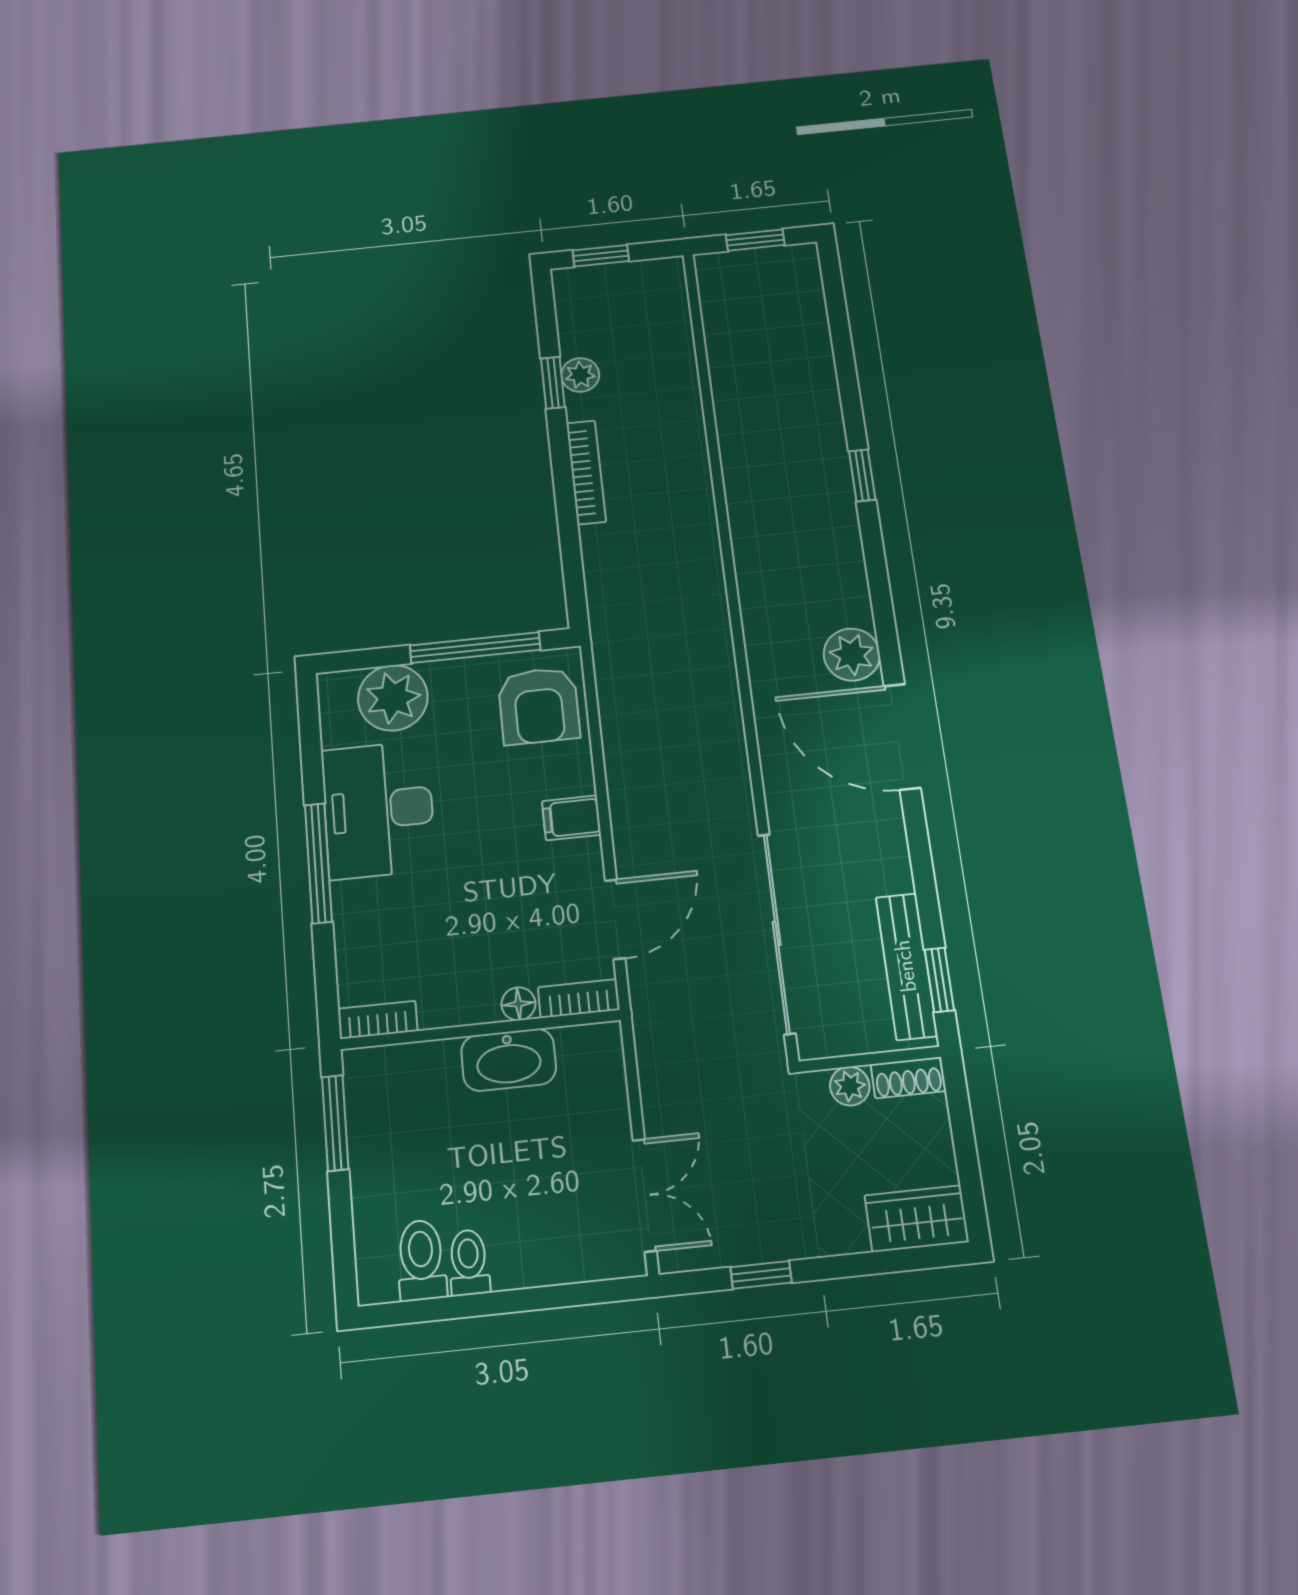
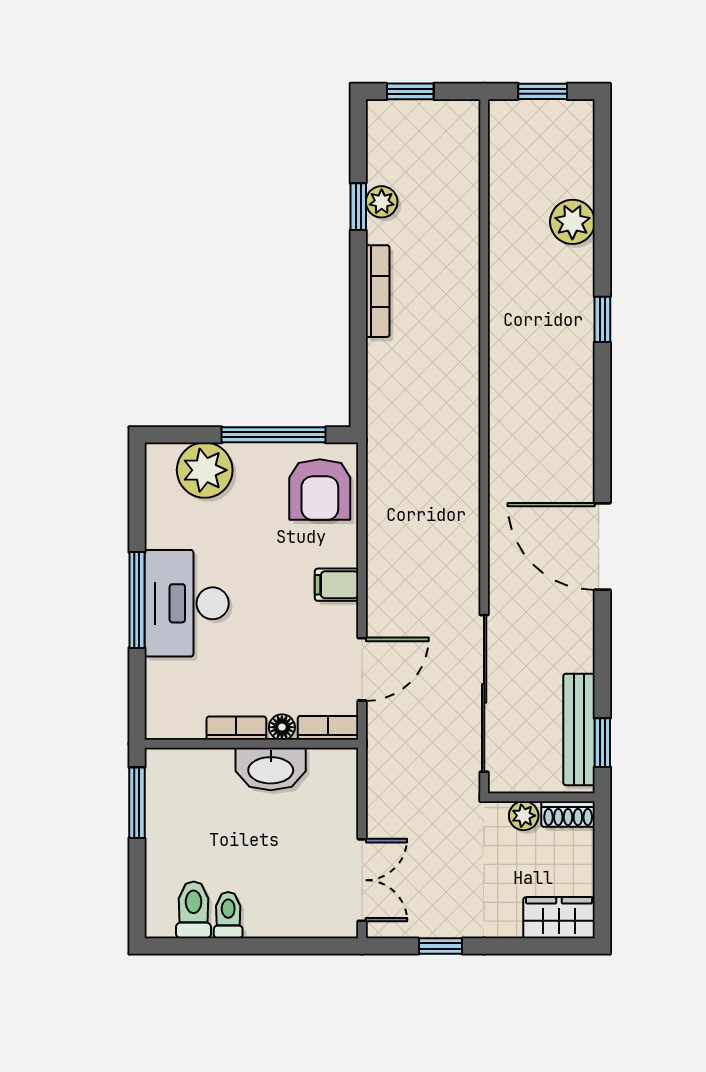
plant: (852, 655) -> (572, 222), moved
desk: (378, 810) -> (187, 603), moved
bookcase: (378, 1020) -> (236, 728), moved

